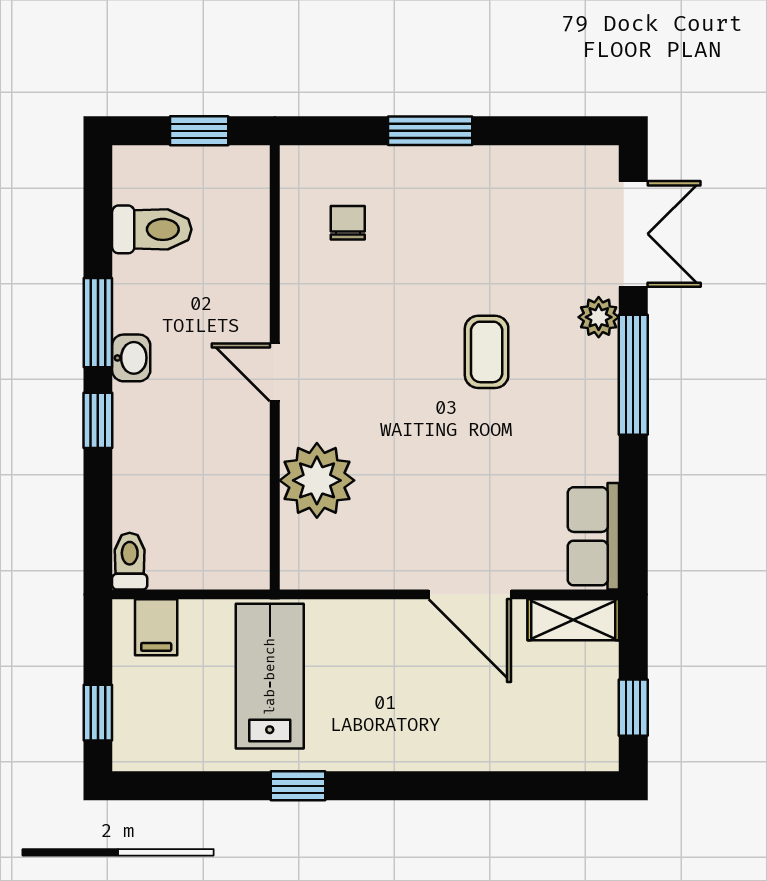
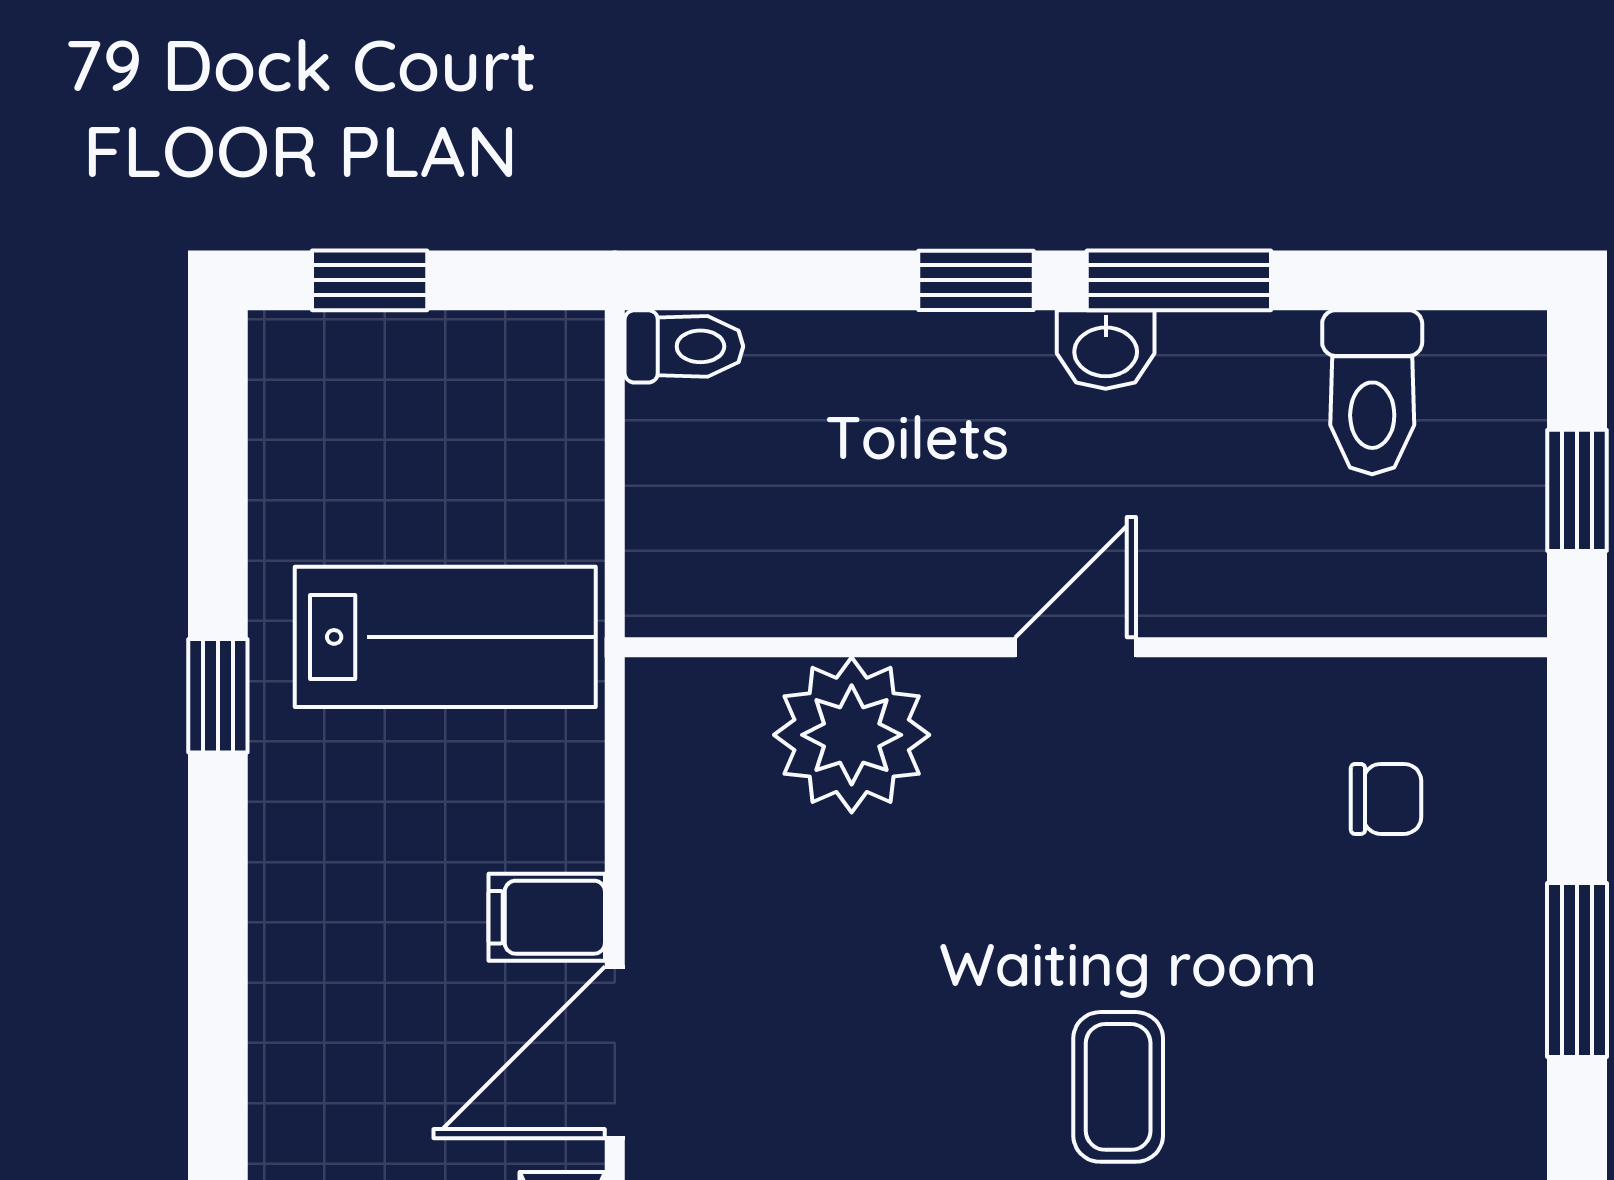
coffee table: (487, 352) -> (1118, 1087), turned 90
filing cabinet: (156, 627) -> (547, 917), moved

